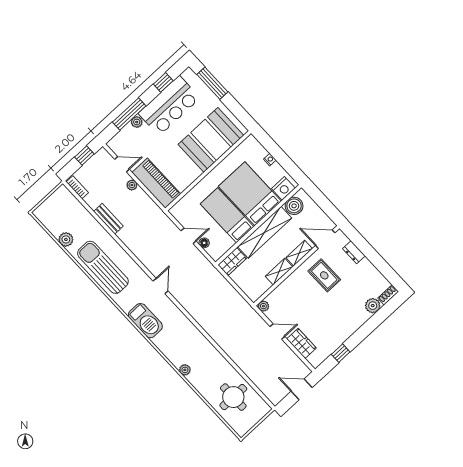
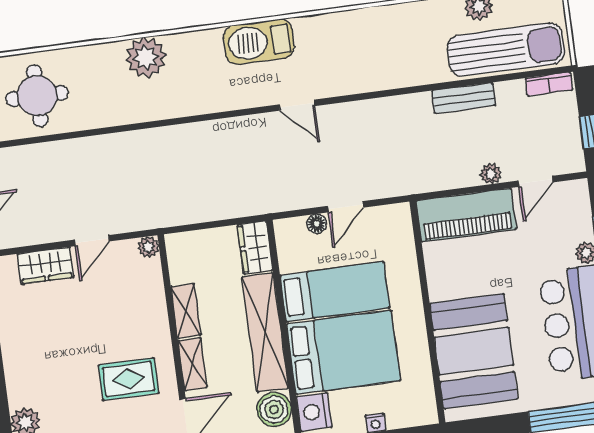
sun lounger: (103, 267) -> (506, 50), moved
plant: (185, 370) -> (146, 57), width x1.87, depth x1.87

